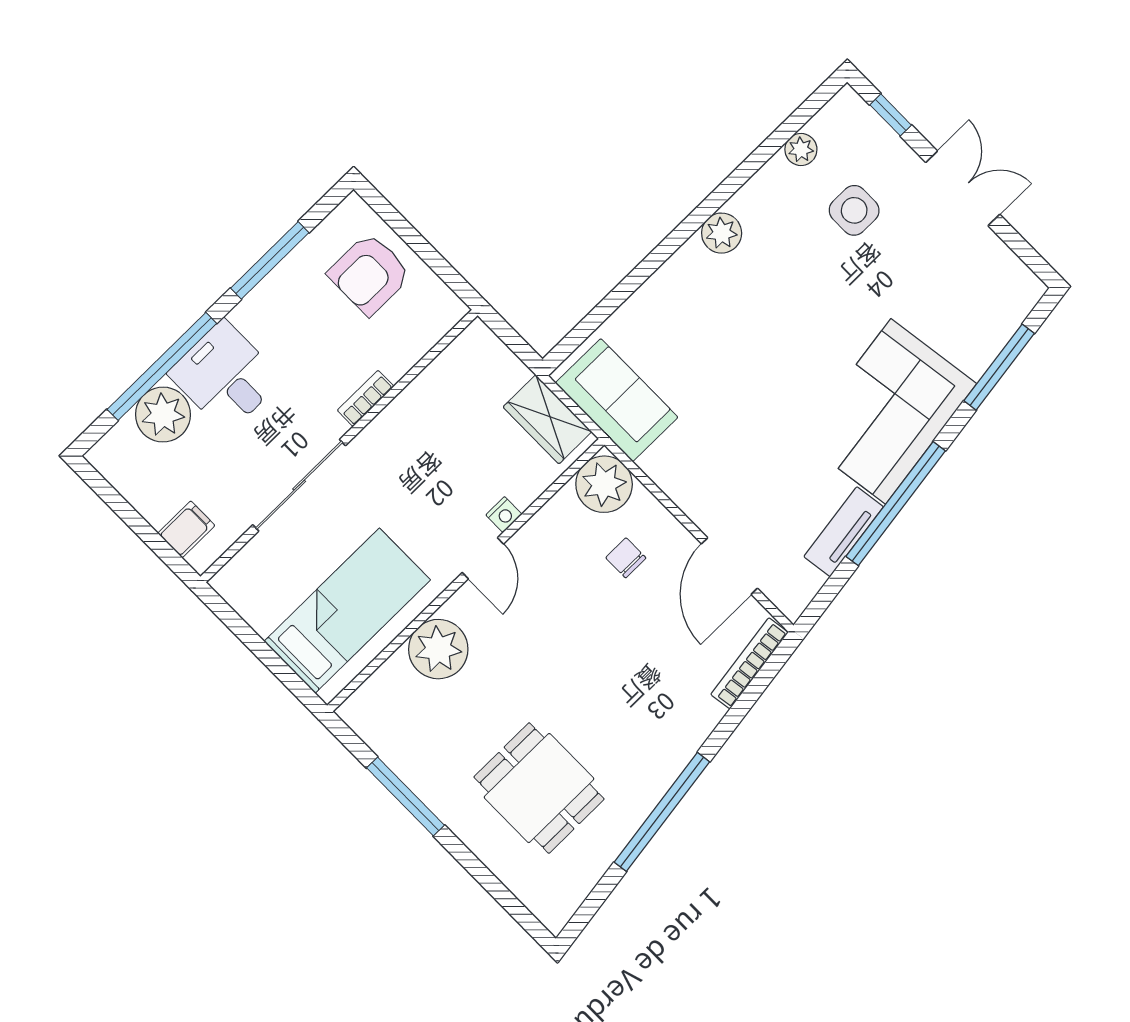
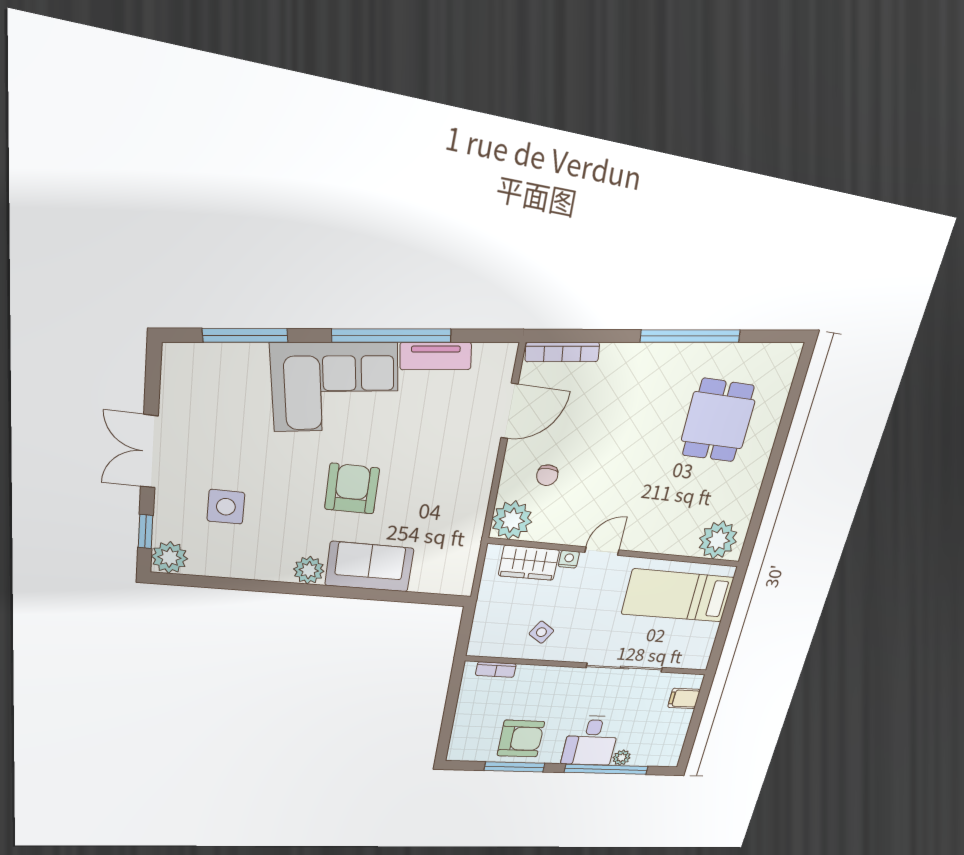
plant: (801, 149) -> (169, 557), moved, width x1.38, depth x1.38
armchair: (369, 274) -> (521, 739), moved
armchair: (774, 346) -> (352, 489), added
bookcase: (366, 398) -> (496, 670), moved
sofa: (617, 400) -> (370, 567), moved, turned 90
plant: (163, 415) -> (622, 758), width x0.53, depth x0.53
wardrobe: (547, 419) -> (529, 563), moved, turned 90
side table: (435, 421) -> (541, 632), added
plant: (438, 649) -> (718, 540), moved
window: (405, 797) -> (765, 490), removed

